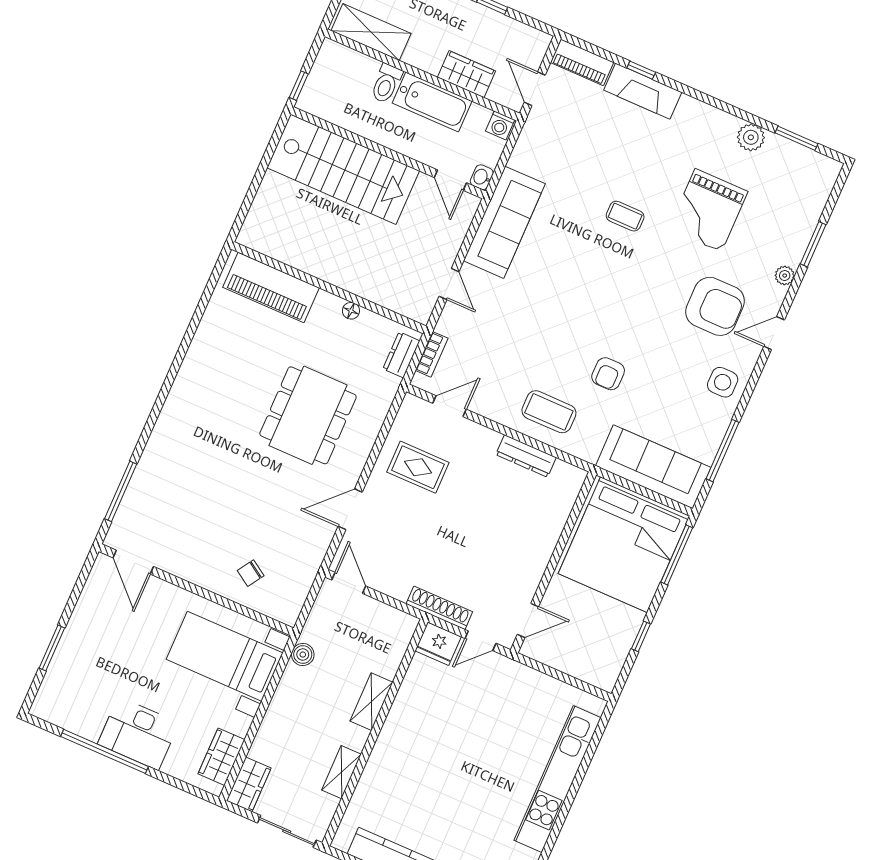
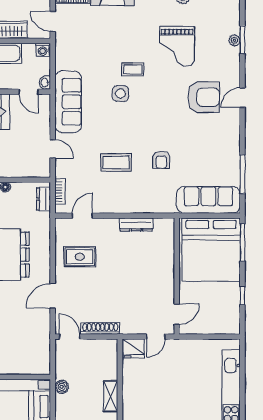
plant: (785, 276) -> (234, 40), moved
side table: (723, 382) -> (120, 94), moved
coffee table: (549, 412) -> (116, 163), moved
chair: (251, 573) -> (14, 355), removed
shoe rack: (439, 608) -> (100, 328), moved

